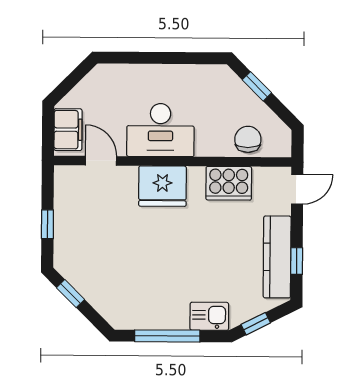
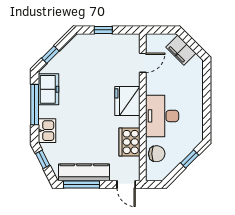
filing cabinet: (68, 130) -> (181, 50), moved, turned 45
desk: (160, 130) -> (162, 116), moved
window: (297, 261) -> (82, 184), width x2.17
window: (70, 294) -> (50, 55), moved
freezer: (143, 313) -> (49, 89), added

